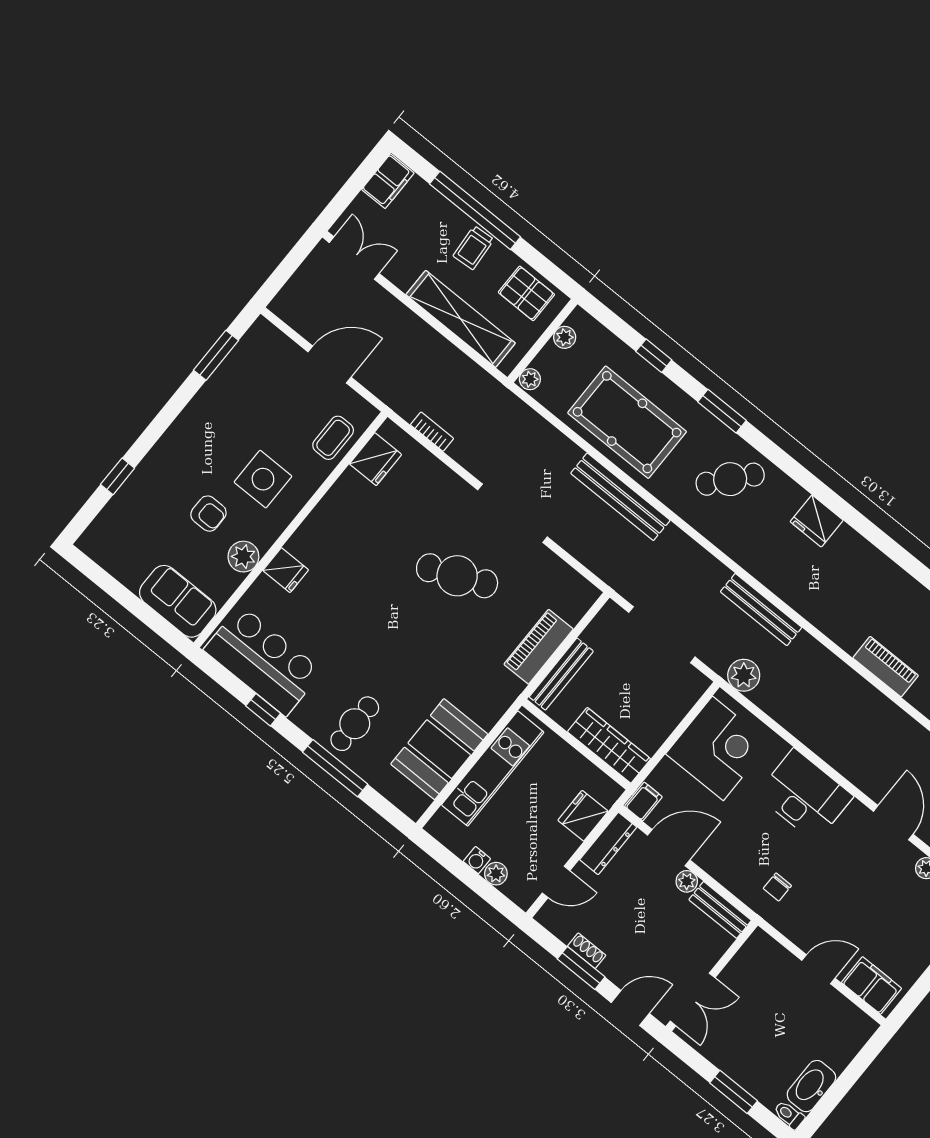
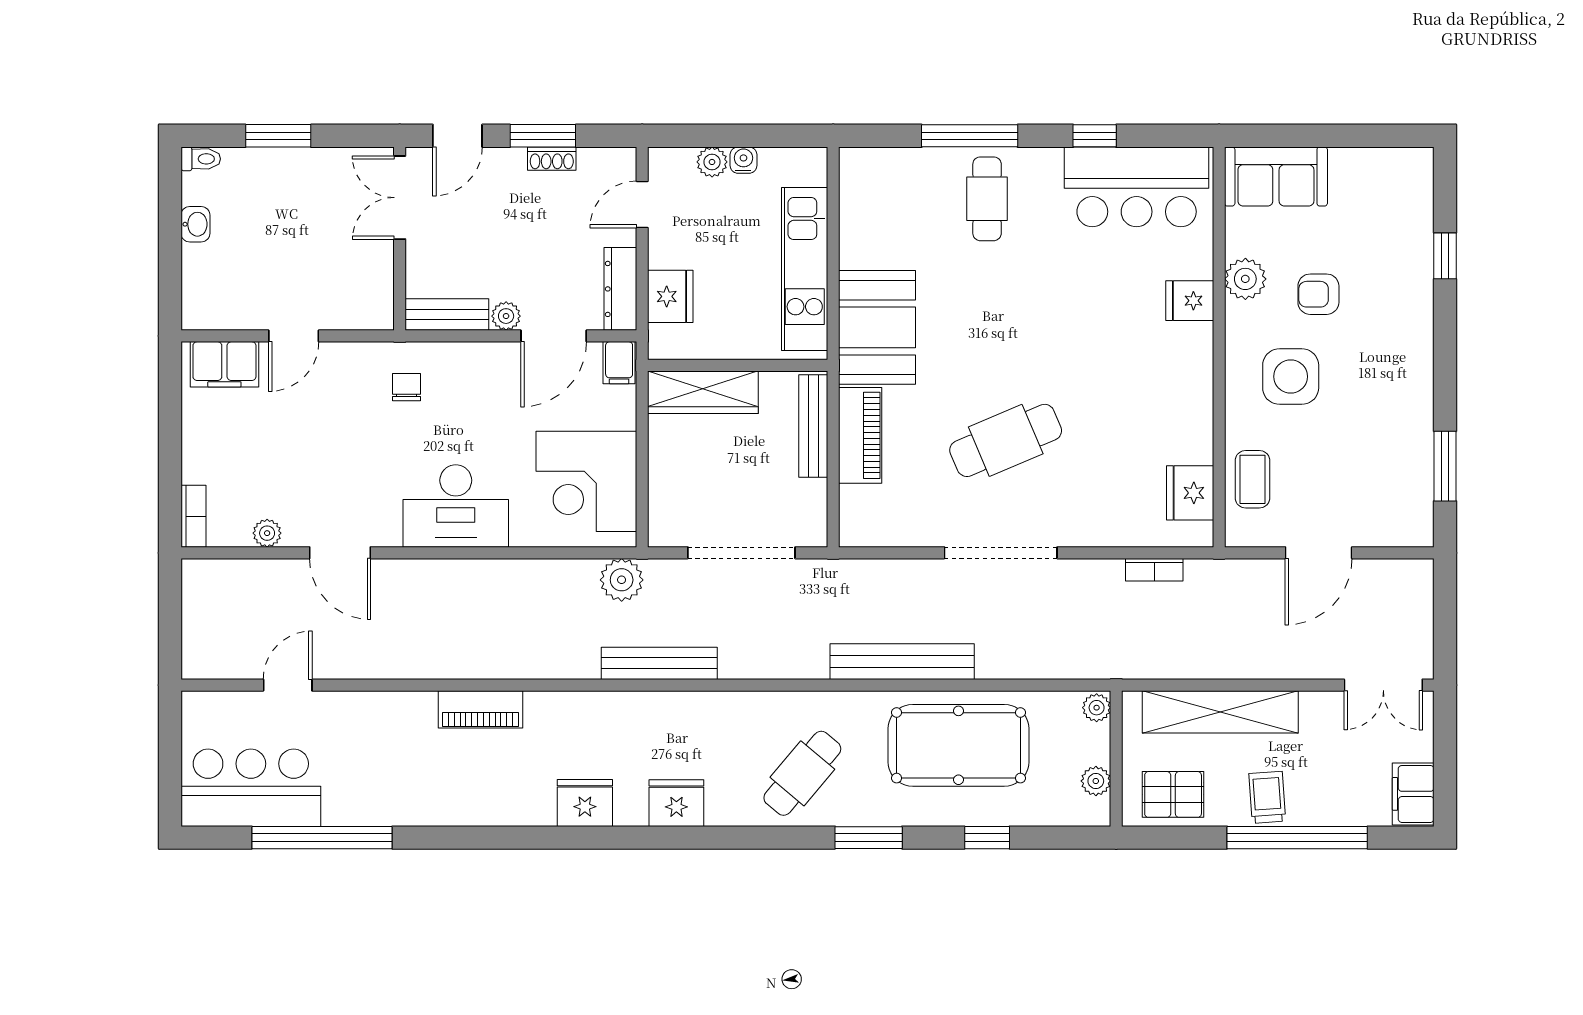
fridge: (869, 564) -> (585, 803), added
booth: (439, 749) -> (877, 327), moved
washbasin: (811, 1086) -> (195, 224), width x0.52, depth x0.69

